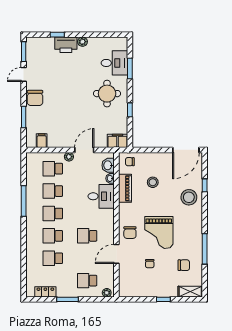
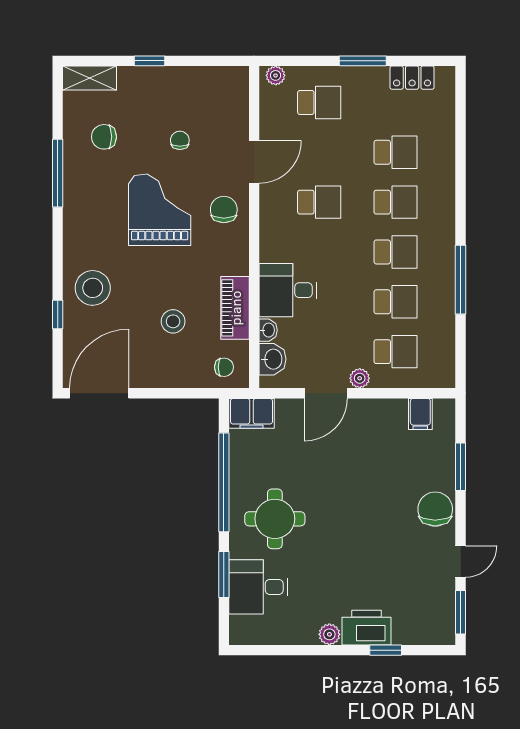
window: (130, 110) -> (224, 482), width x3.17

